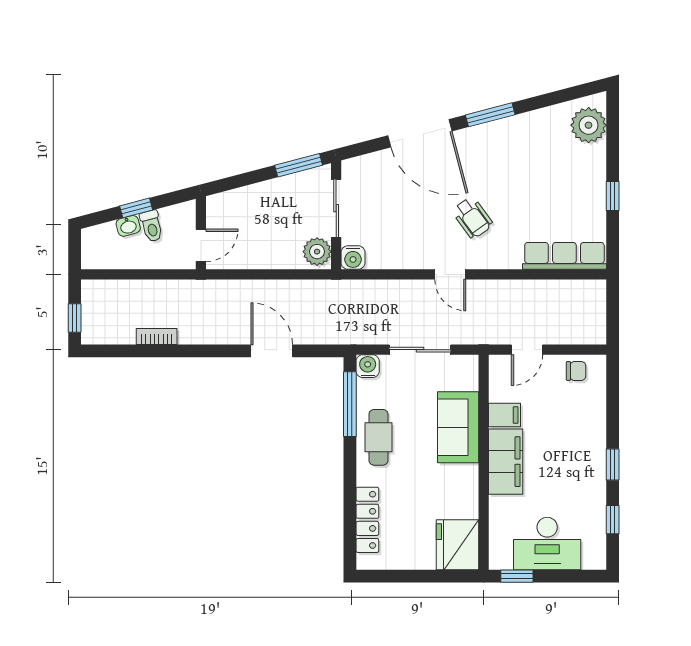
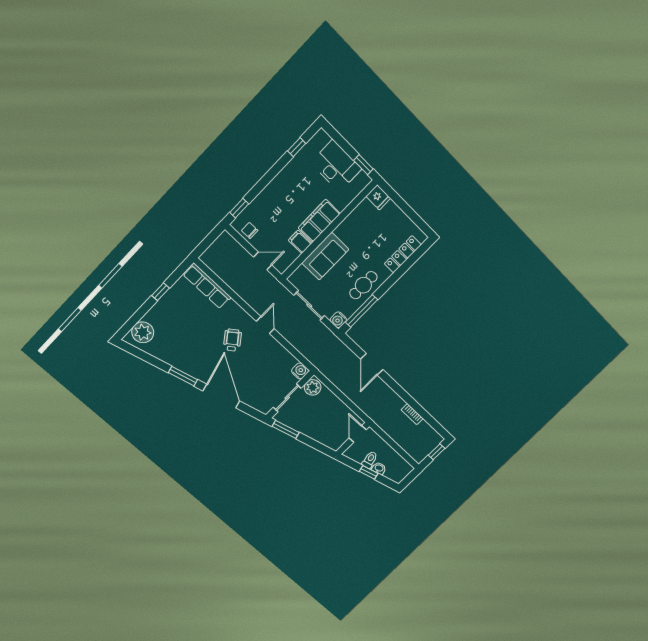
door: (201, 245) -> (358, 434), hinge flipped
window: (613, 465) -> (239, 208), moved
fridge: (457, 545) -> (378, 197), width x0.53, depth x0.75

